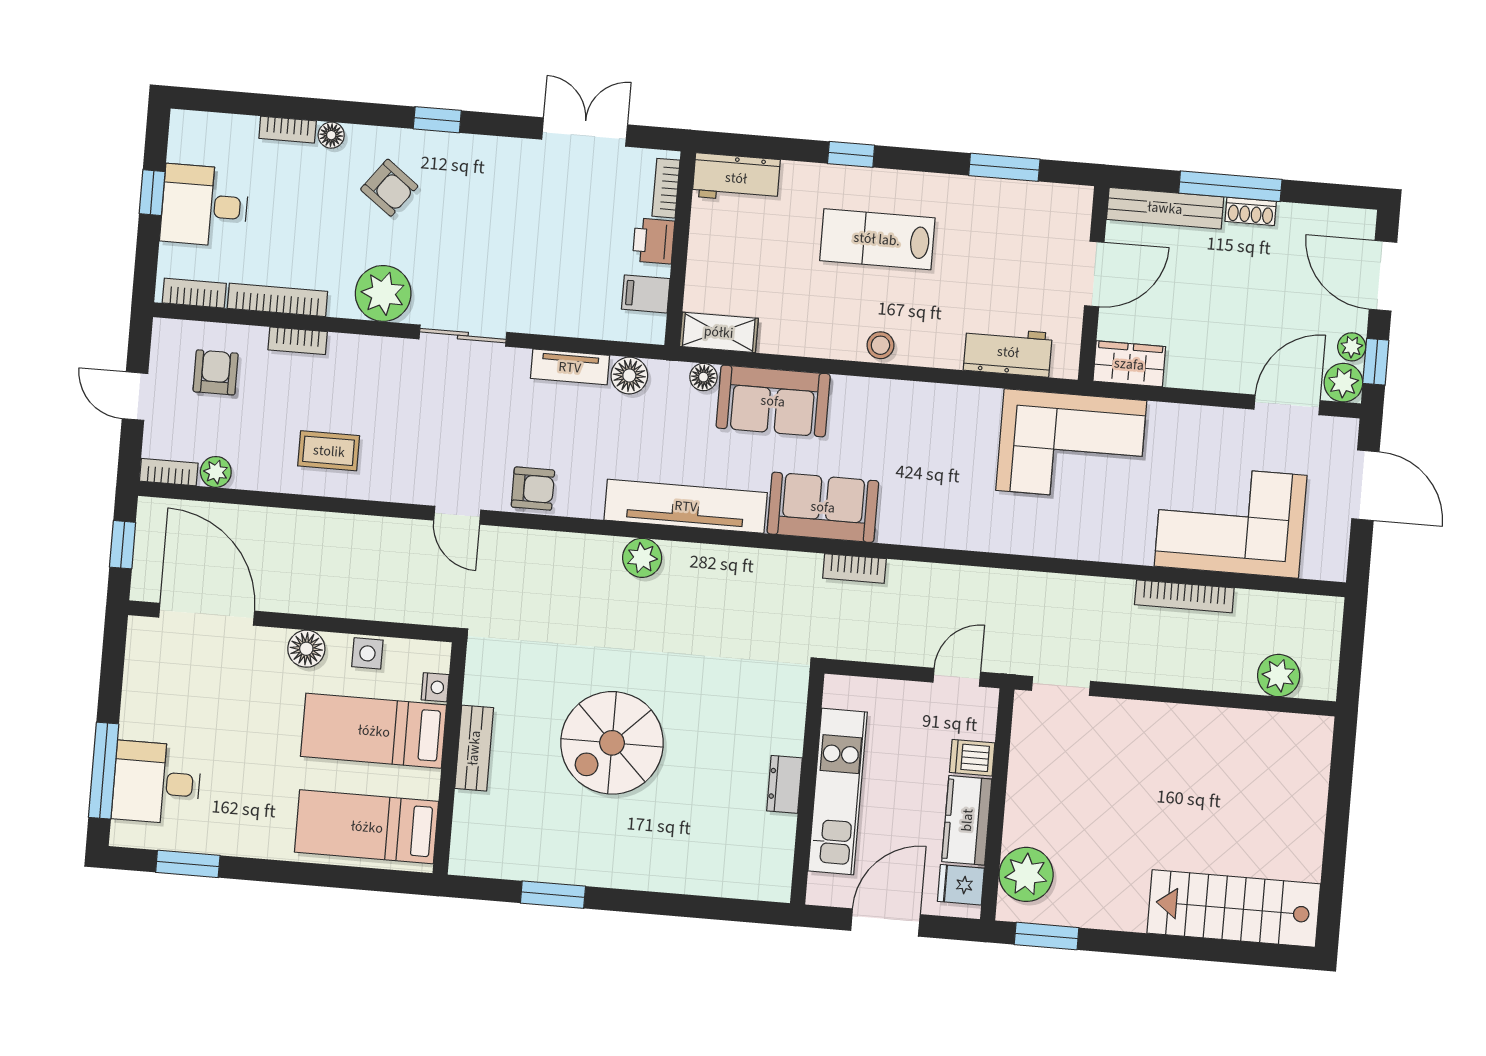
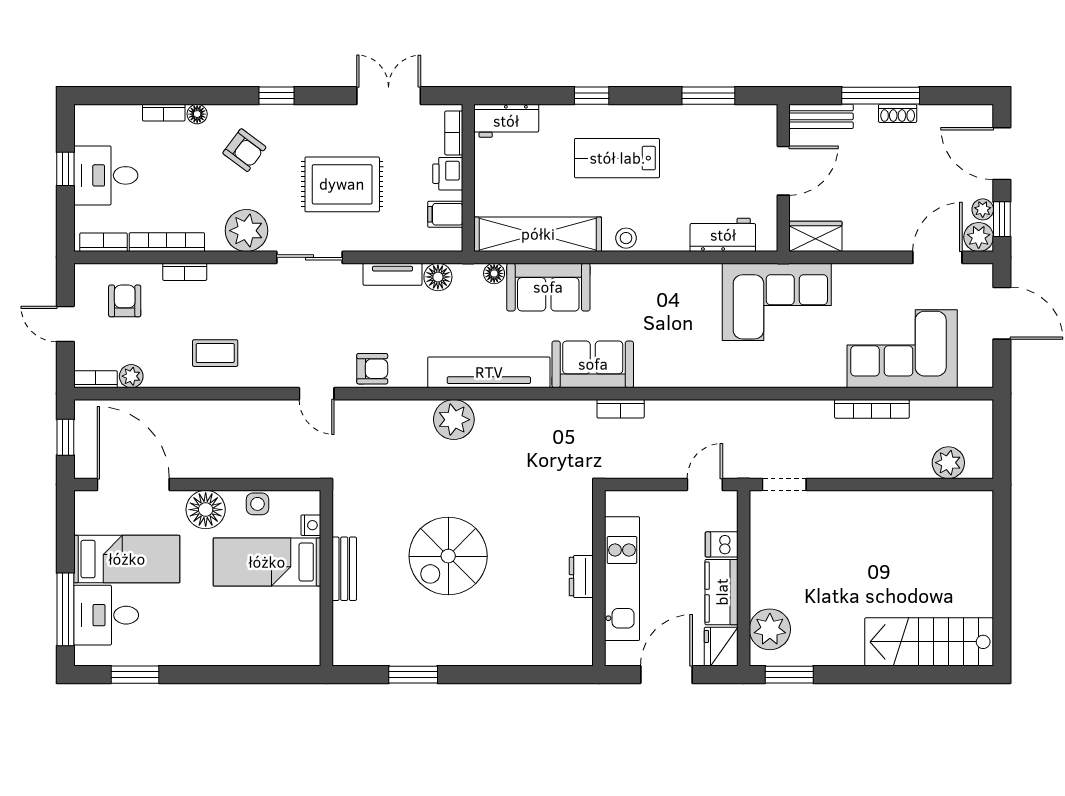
bench: (1165, 208) -> (821, 116), width x0.73
rug: (514, 243) -> (342, 184), added
shelving: (719, 332) -> (538, 234), width x2.20, depth x1.33
plant: (642, 558) -> (454, 420), width x1.36, depth x1.36
floor lamp: (306, 649) -> (206, 510), width x1.38, depth x1.38
bed: (367, 827) -> (127, 559), moved, turned 180
fridge: (961, 885) -> (721, 647), width x1.38

